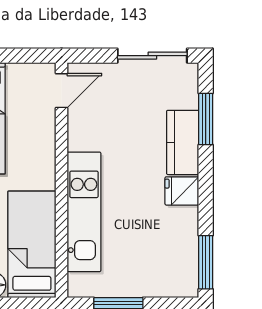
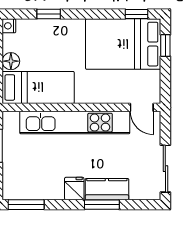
window: (206, 119) -> (102, 205), moved
kitchen unit: (84, 212) -> (75, 123), width x1.36

